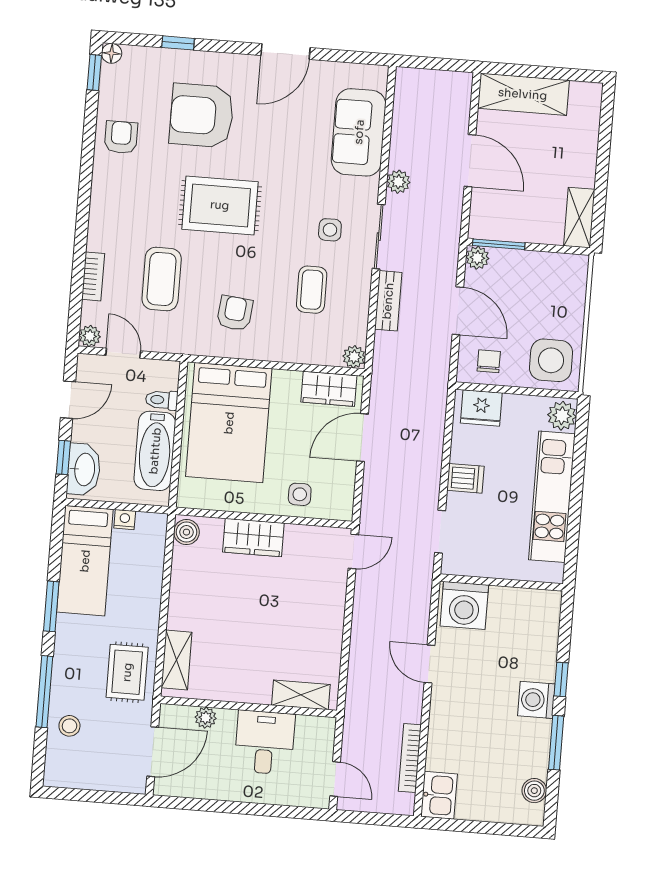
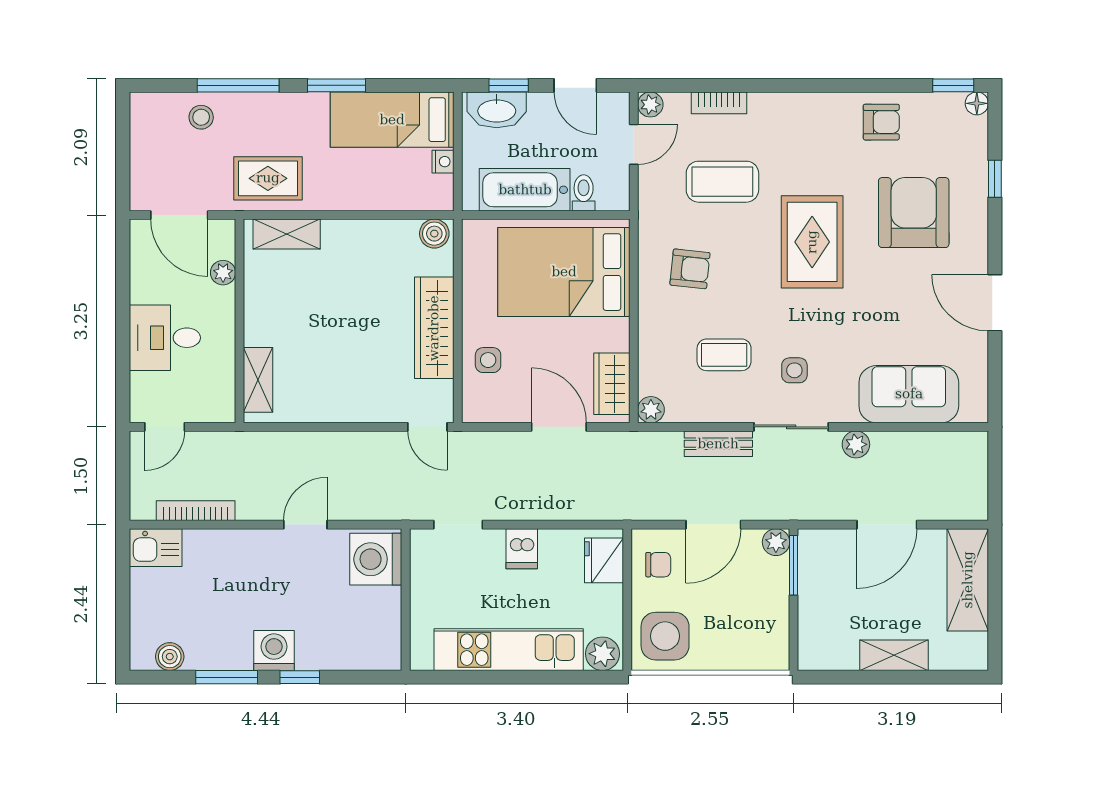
shelving: (579, 218) -> (894, 655), moved
wardrobe: (253, 538) -> (434, 328), width x1.50
desk: (265, 743) -> (165, 338), moved, turned 180

